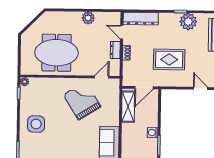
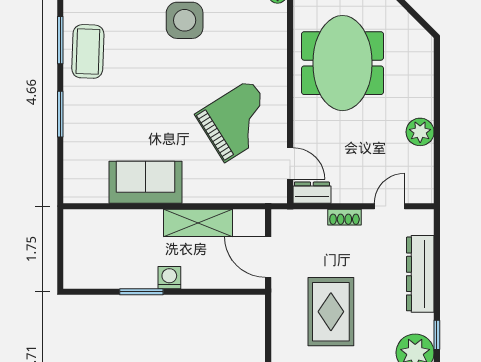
dresser: (141, 19) -> (420, 274), moved
dresser: (115, 50) -> (312, 193), moved
shelving: (128, 107) -> (198, 223), moved

